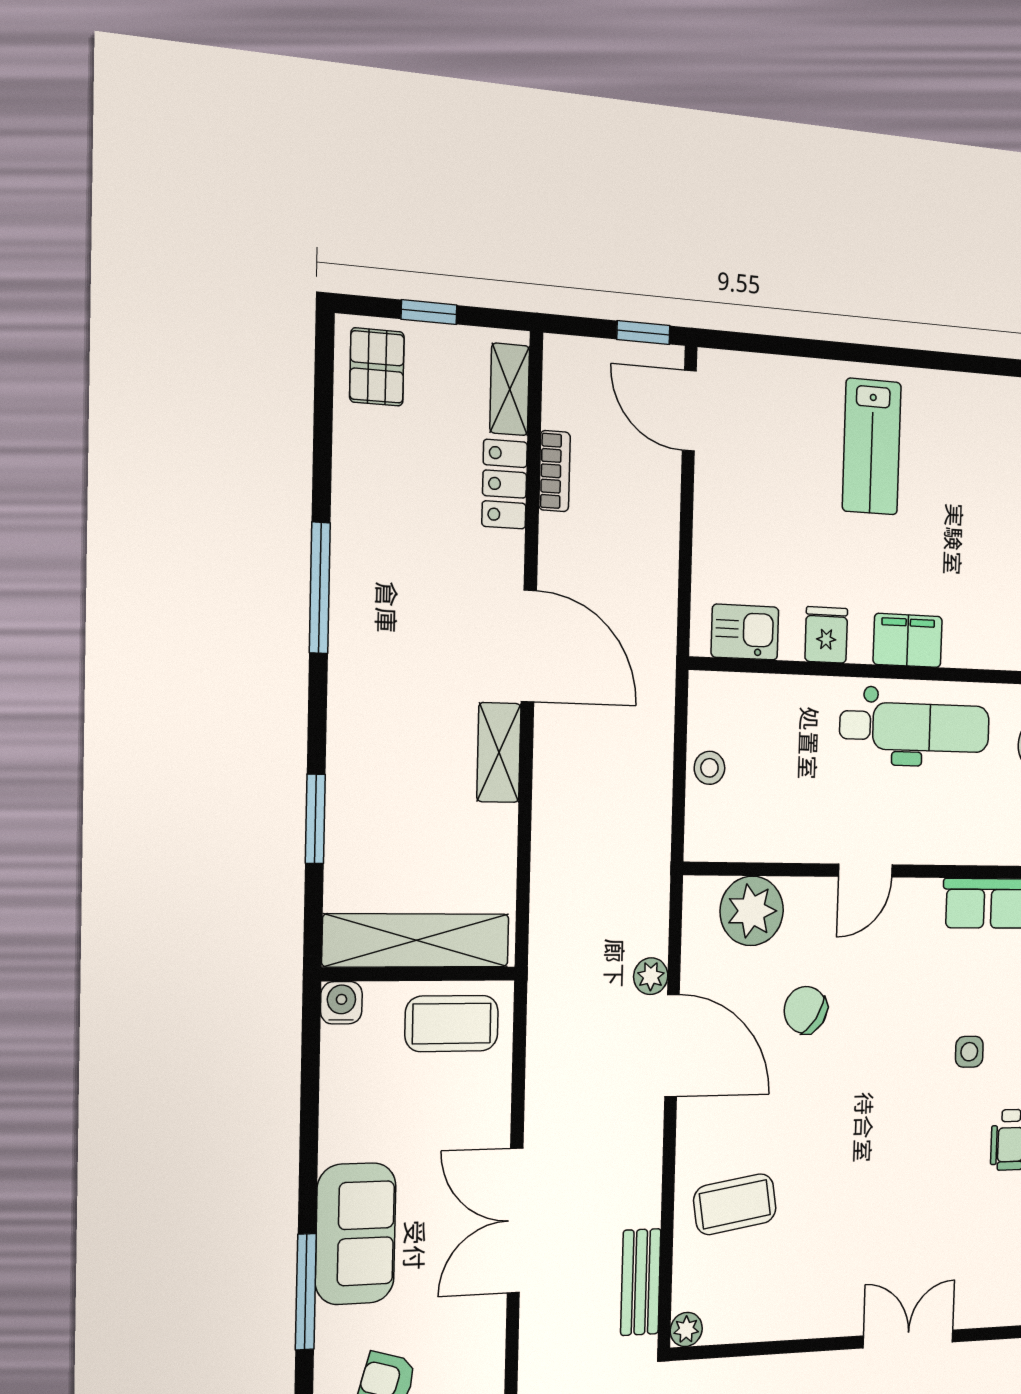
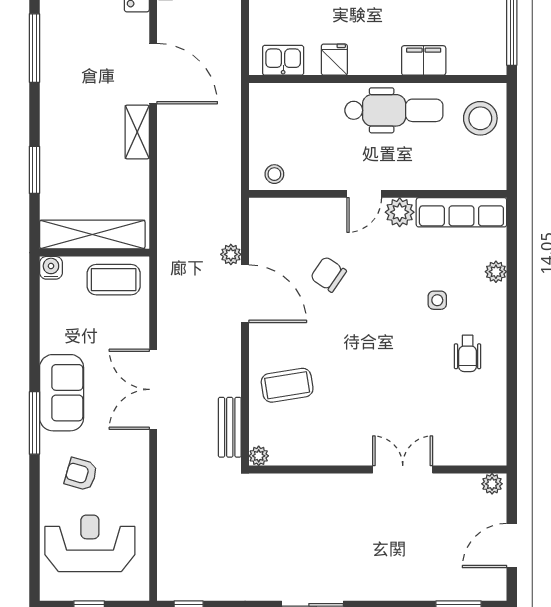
filing cabinet: (908, 640) -> (424, 60), moved
stool: (709, 768) -> (274, 174), moved
plant: (752, 911) -> (400, 212), moved, width x0.73, depth x0.73

